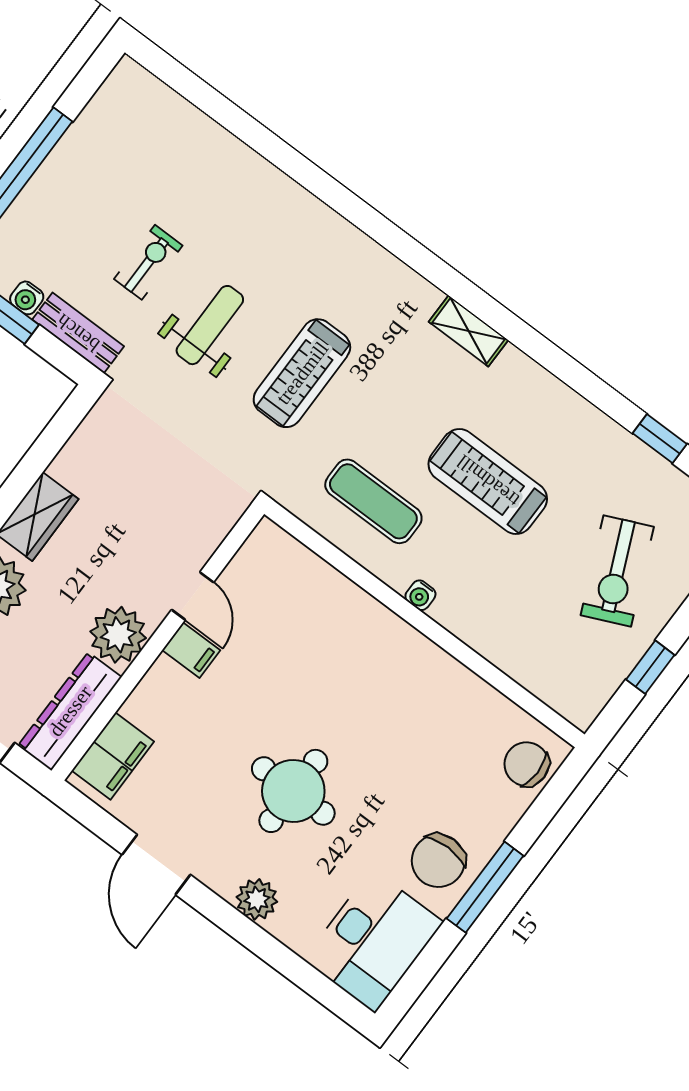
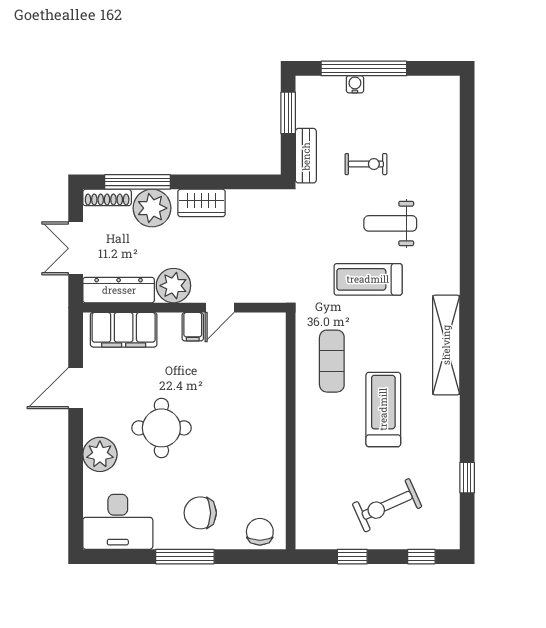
water cooler: (27, 298) -> (355, 84), moved, turned 90
weight bench: (210, 325) -> (390, 223), moved, turned 180
shelving: (469, 331) -> (446, 345), width x2.20, depth x1.33
water cooler: (420, 595) -> (303, 418), removed
filing cabinet: (113, 756) -> (124, 330), width x1.50, depth x1.17
chair: (438, 861) -> (200, 513), moved
plant: (257, 899) -> (100, 454), width x1.36, depth x1.36

